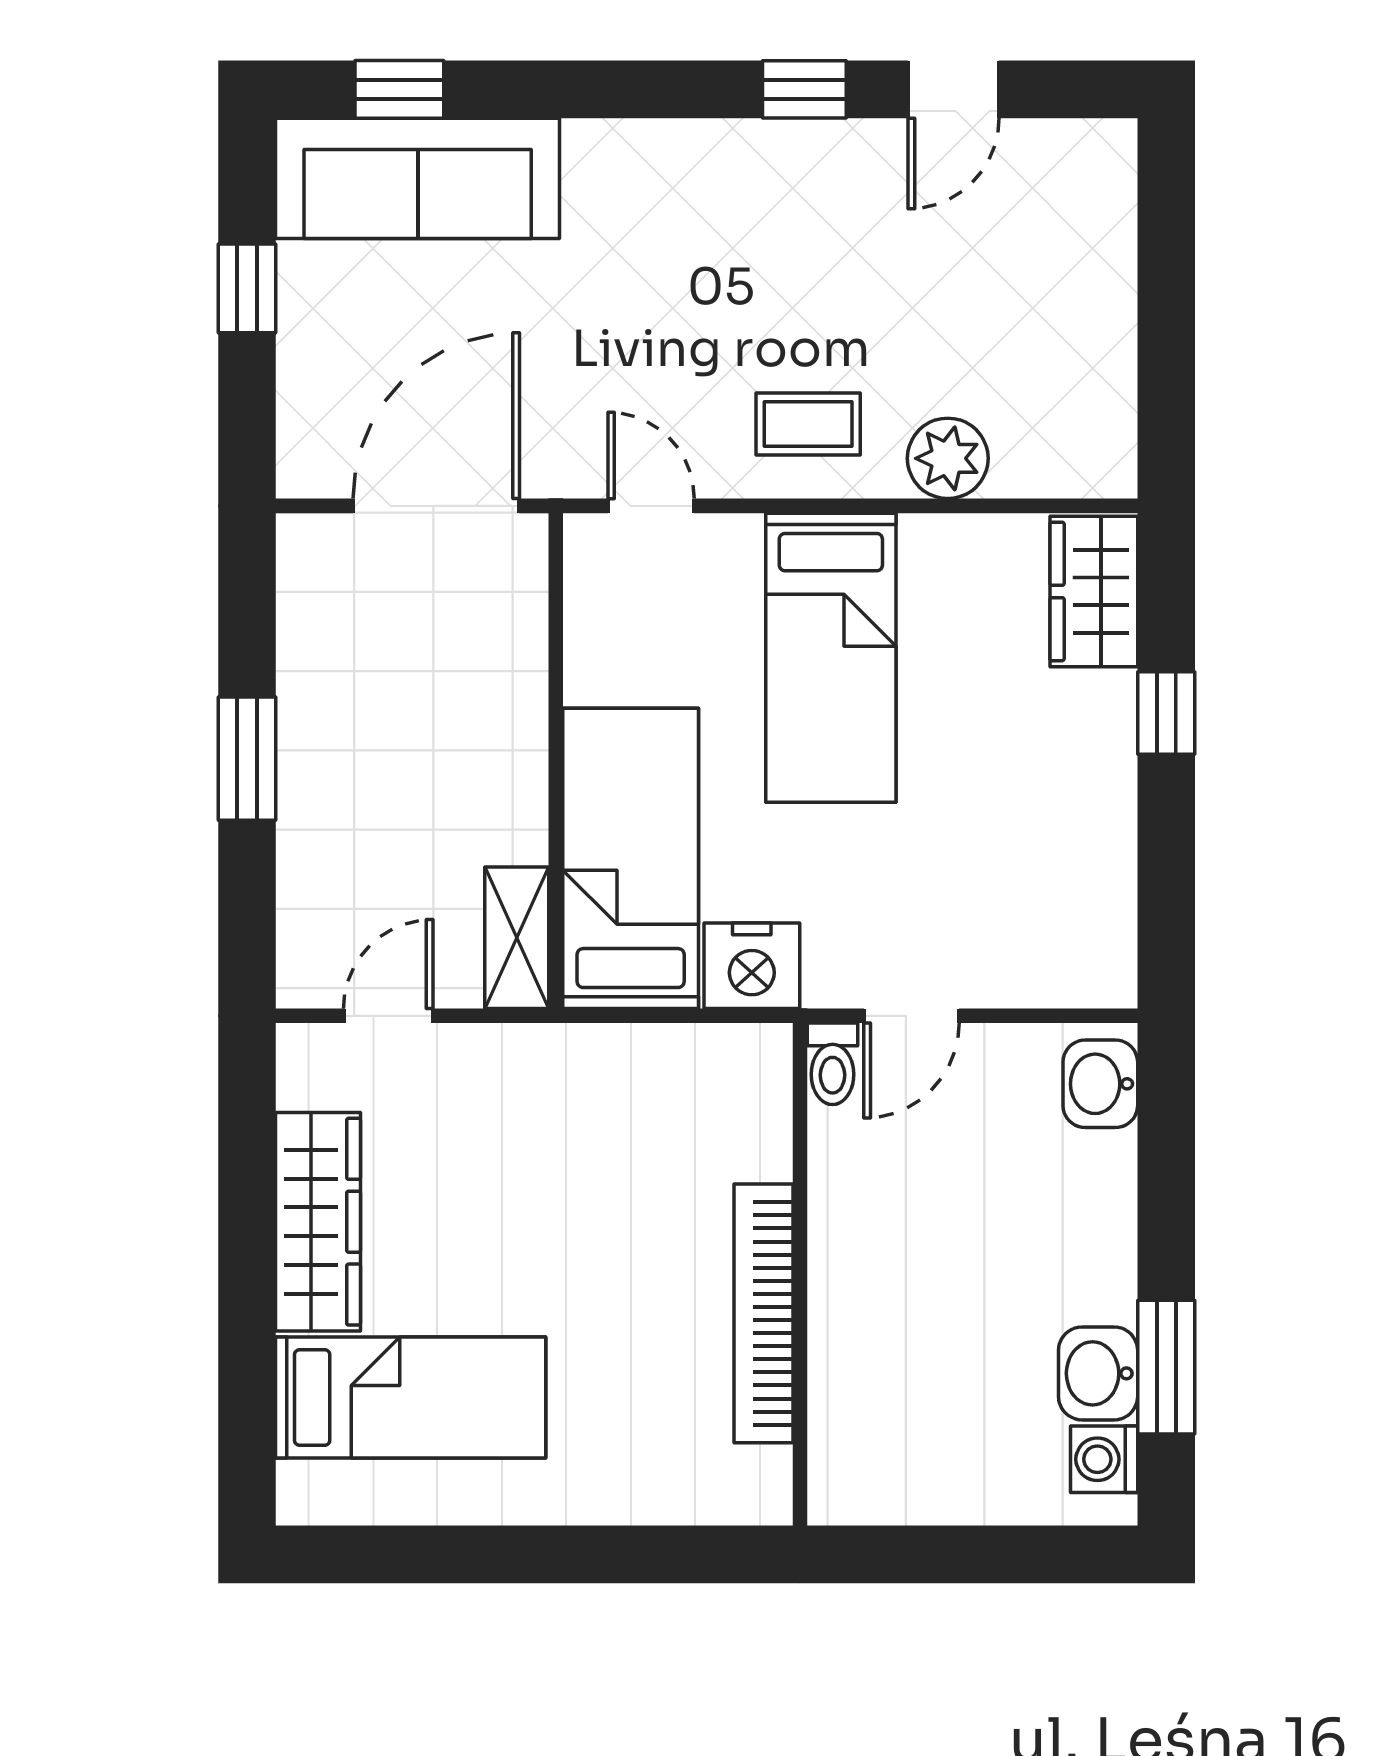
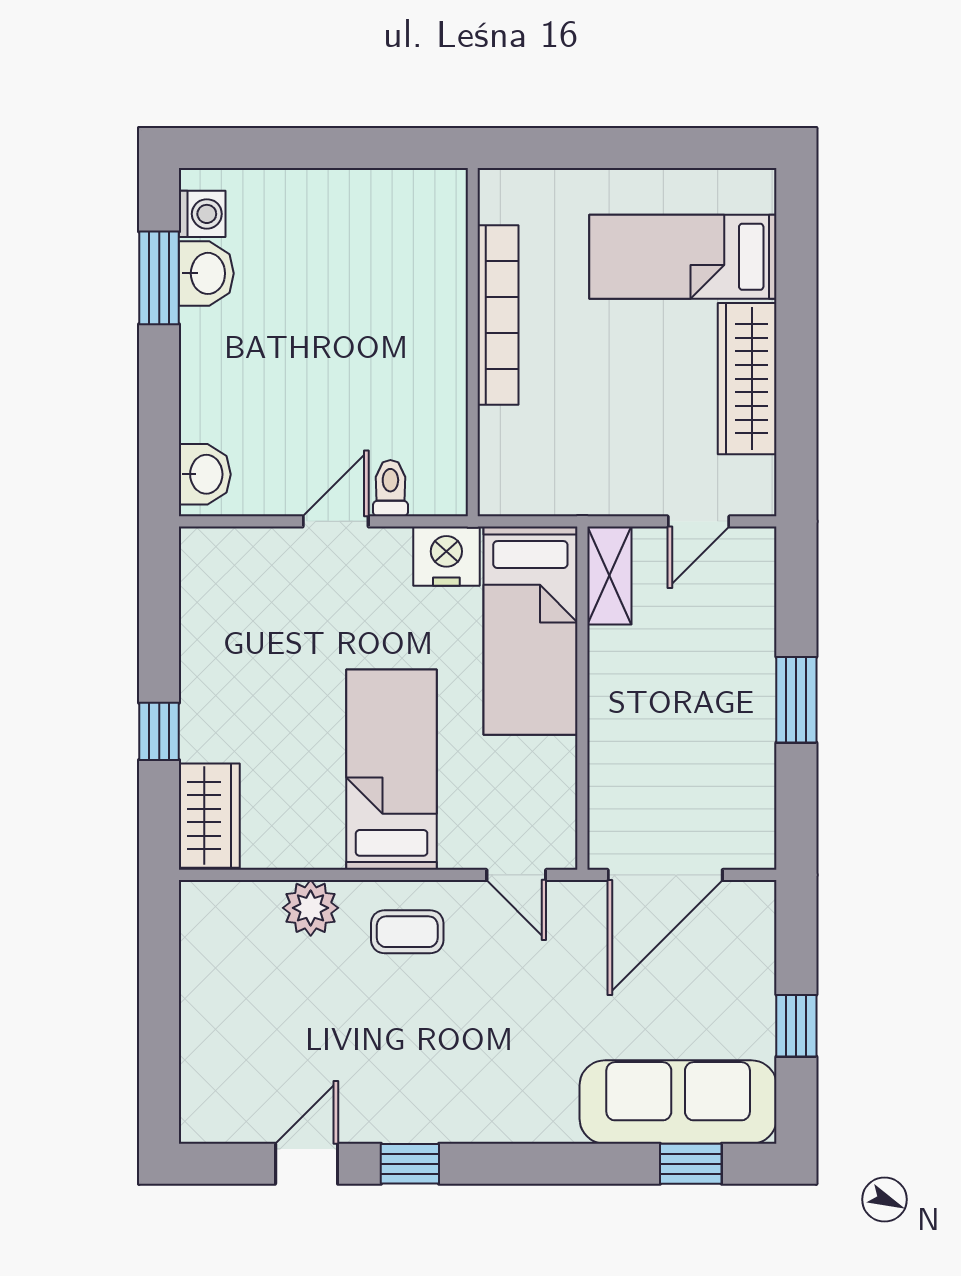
wall: (800, 1274) -> (473, 342), moved
bookcase: (763, 1313) -> (498, 315), moved

